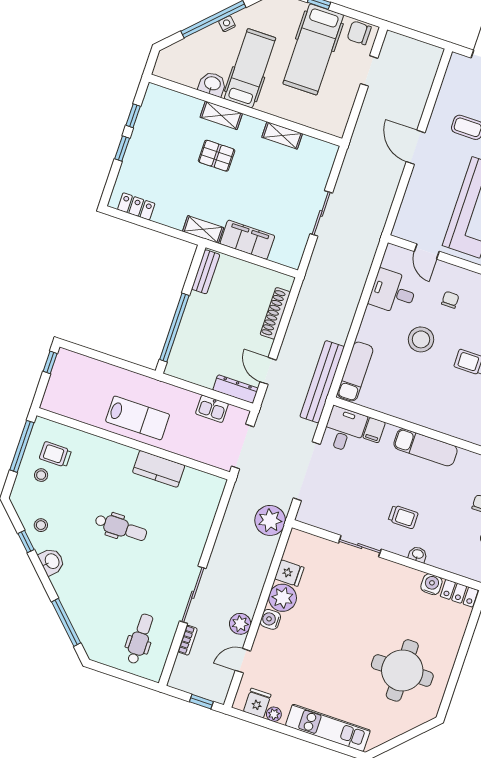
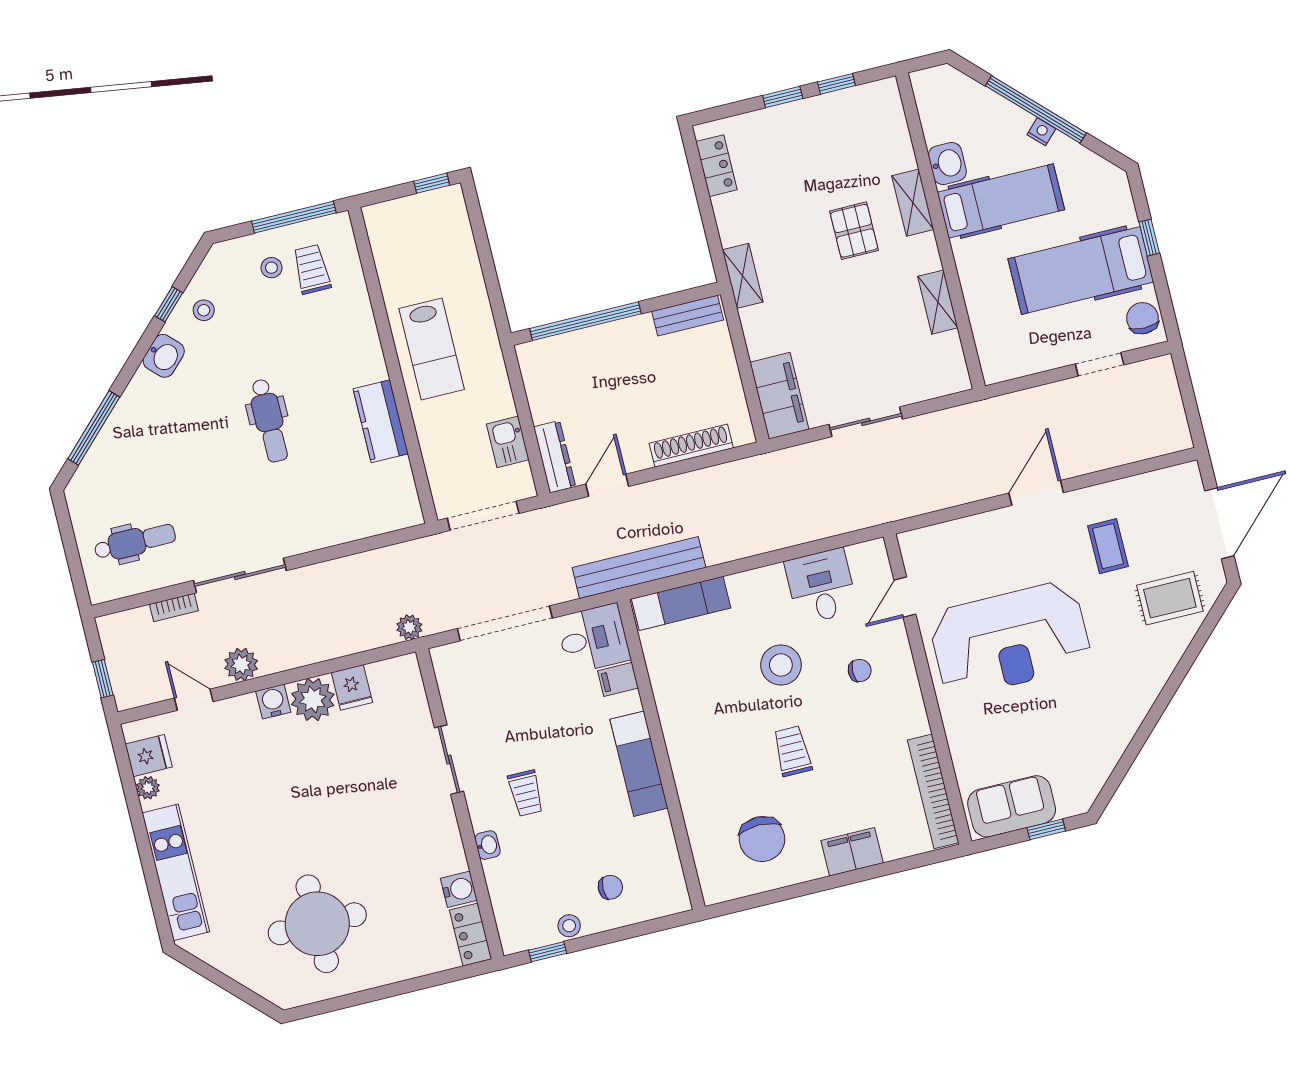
filing cabinet: (247, 240) -> (779, 396), moved
plant: (270, 520) -> (409, 627), width x0.53, depth x0.53

